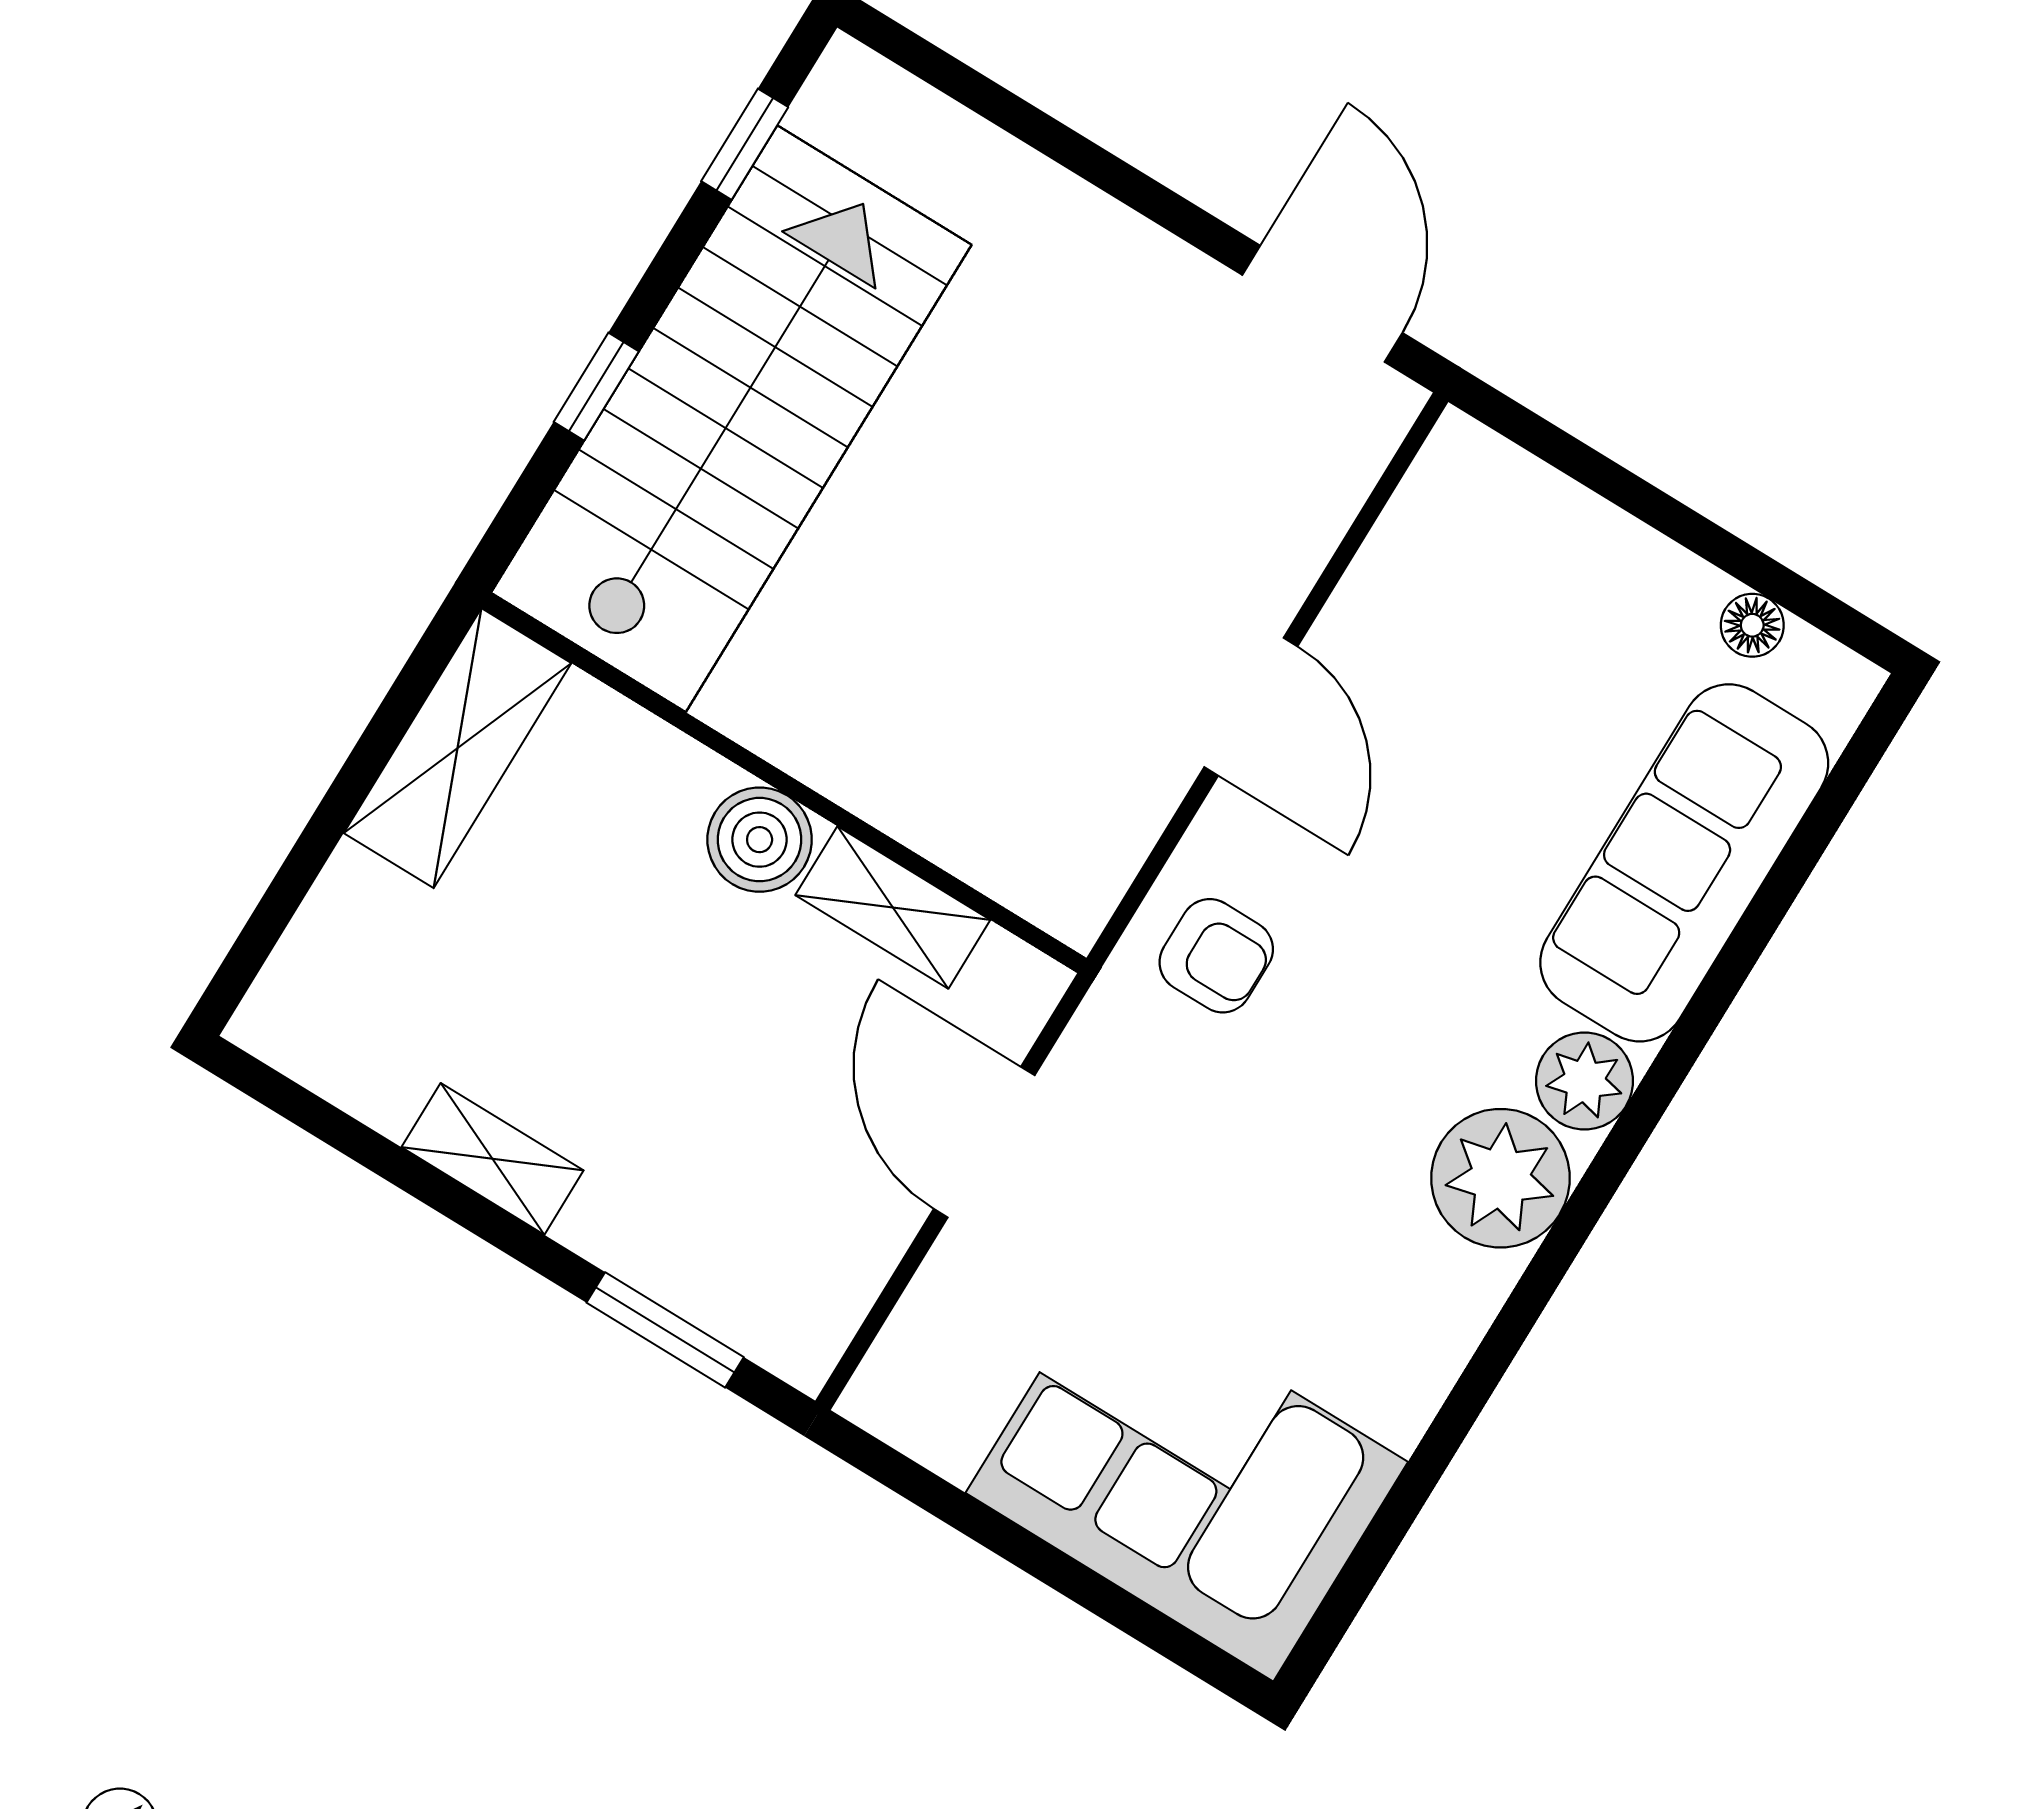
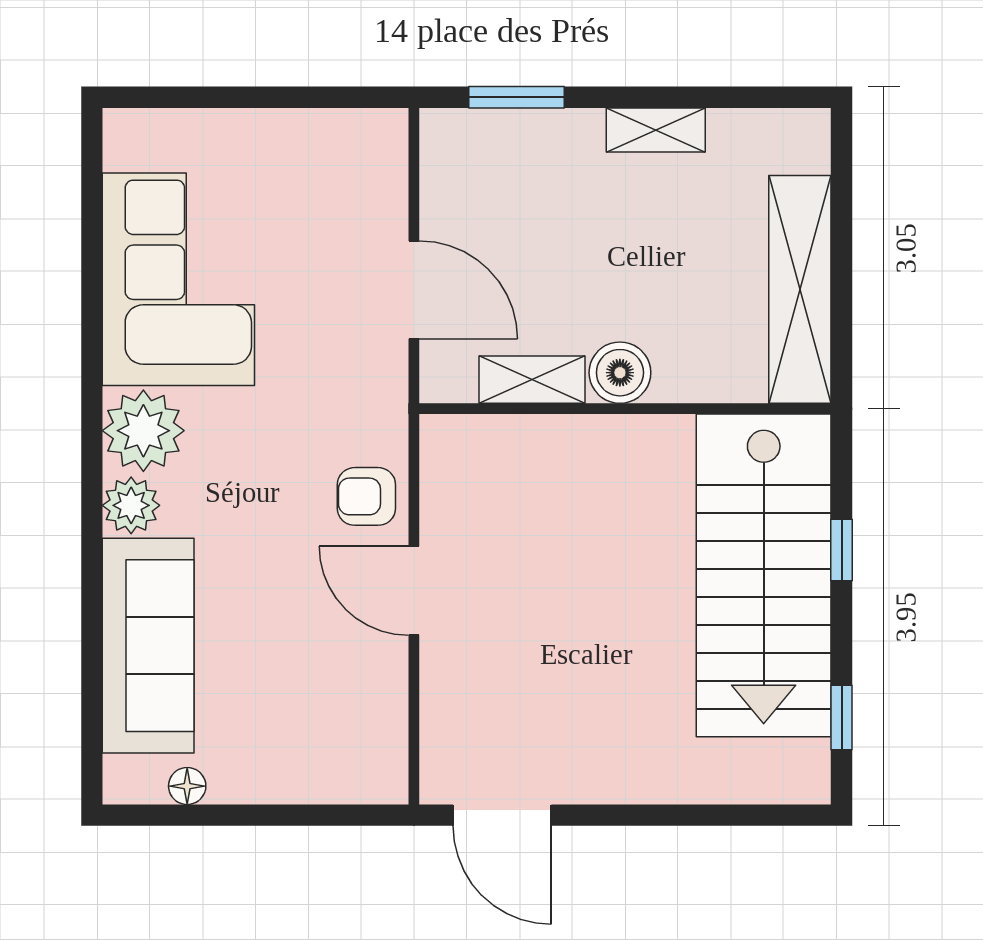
shelving: (458, 748) -> (800, 289), width x1.47
armchair: (1216, 956) -> (366, 496), moved
corner sofa: (1187, 1477) -> (178, 279), moved, turned -90

